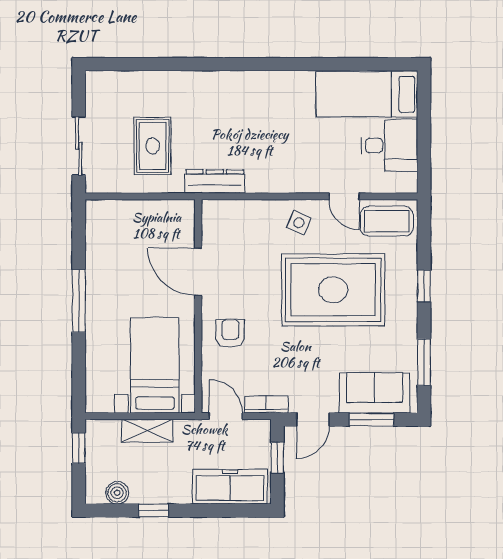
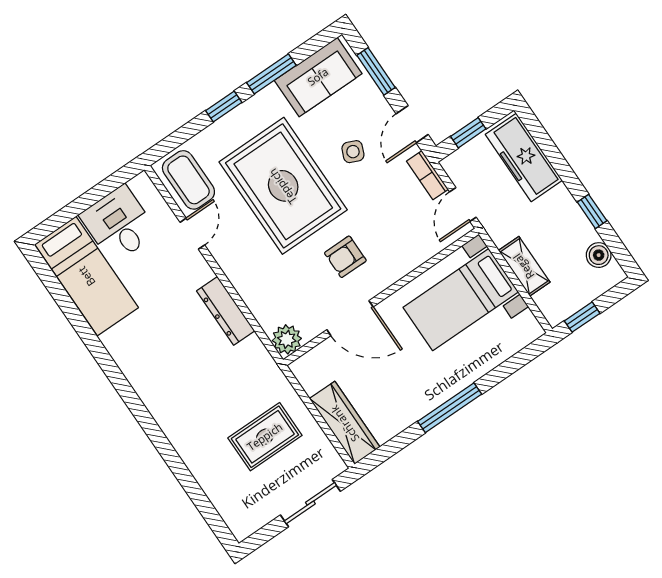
dresser: (215, 181) -> (226, 311), moved
plant: (215, 213) -> (287, 339), added
wardrobe: (122, 214) -> (345, 423), added
side table: (299, 223) -> (353, 152), moved
door: (198, 272) -> (350, 318), hinge flipped
armchair: (230, 334) -> (345, 257), moved
window: (424, 362) -> (271, 74), moved
sofa: (375, 393) -> (318, 77), moved, turned -90
door: (313, 419) -> (412, 124), swing flipped

